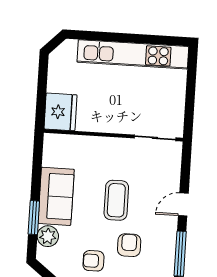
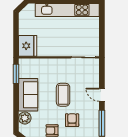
door: (183, 204) -> (102, 95), hinge flipped
window: (34, 218) -> (16, 74), moved

